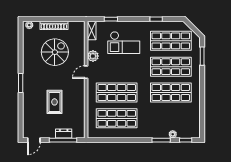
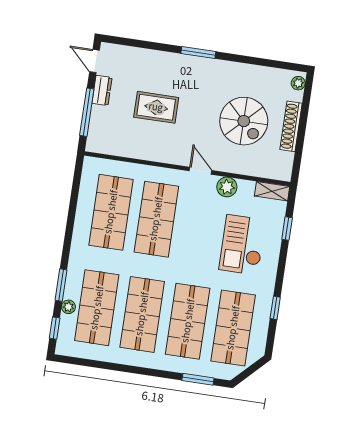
shop shelf: (171, 118) -> (97, 308), added
dresser: (64, 133) -> (102, 90), moved

